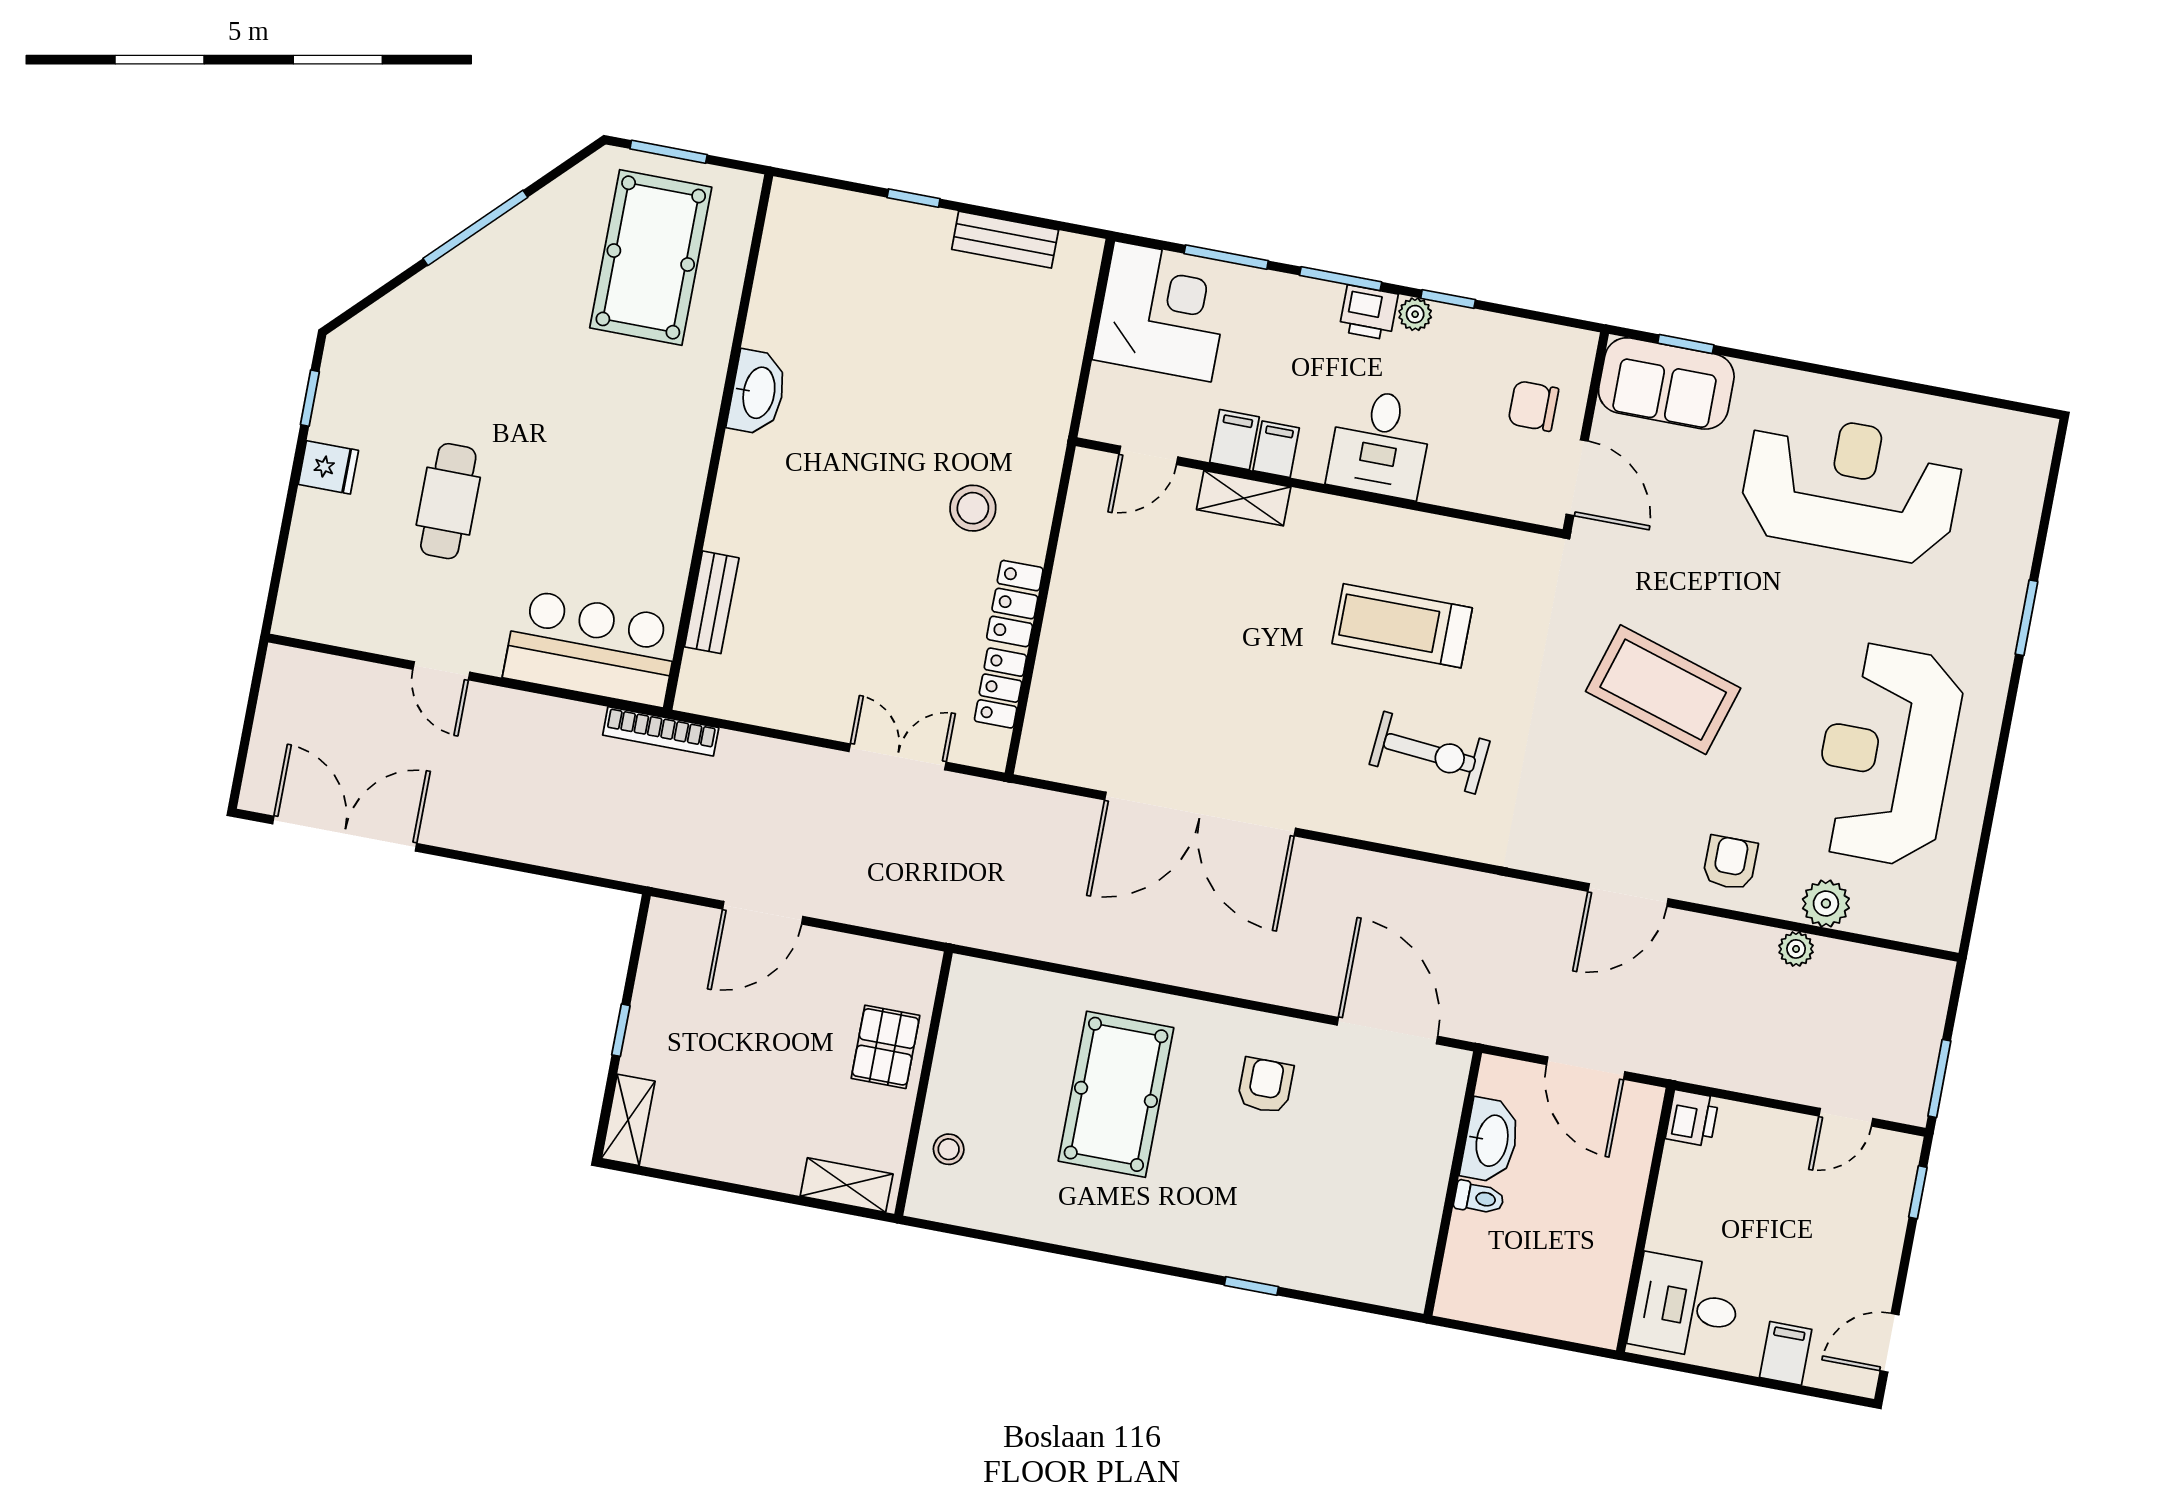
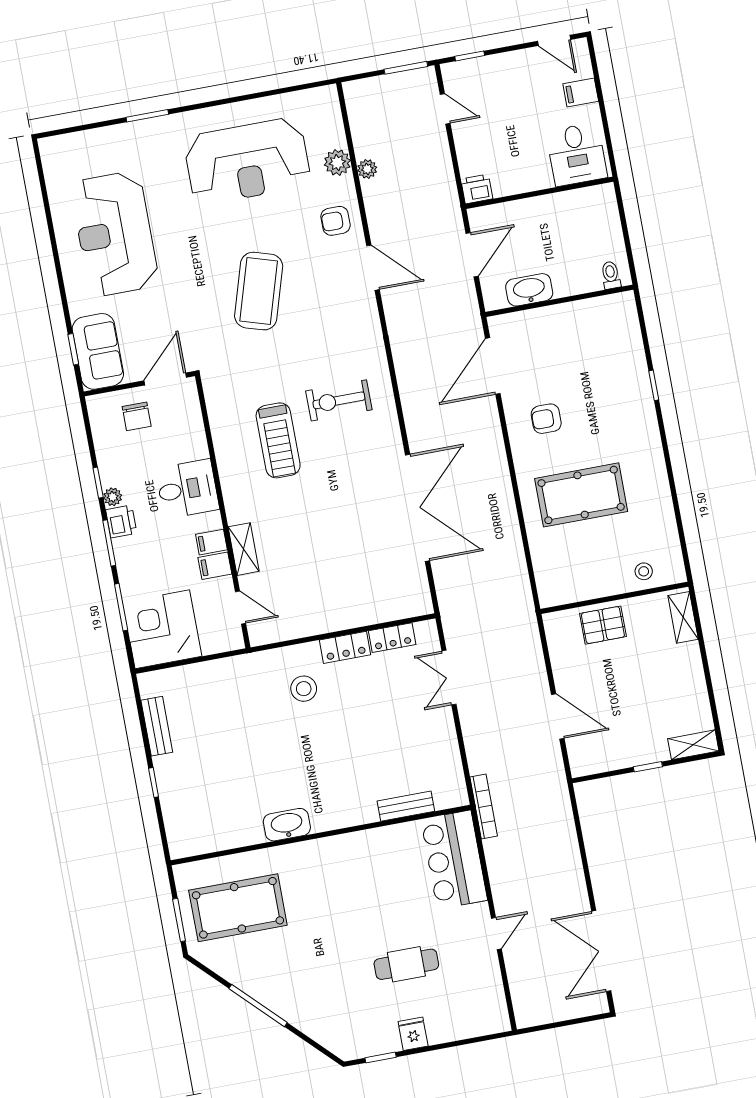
exercise bike: (1430, 753) -> (339, 400), turned -95
toilet: (1479, 1198) -> (611, 275), moved

